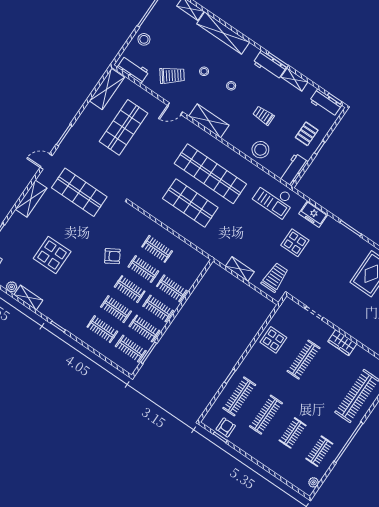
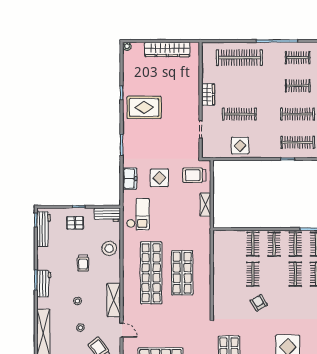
shelving: (294, 80) -> (42, 258), removed
workbench: (326, 103) -> (44, 229), width x1.38
clothes rail: (157, 249) -> (232, 274), removed
clothes rail: (130, 289) -> (274, 274), removed

